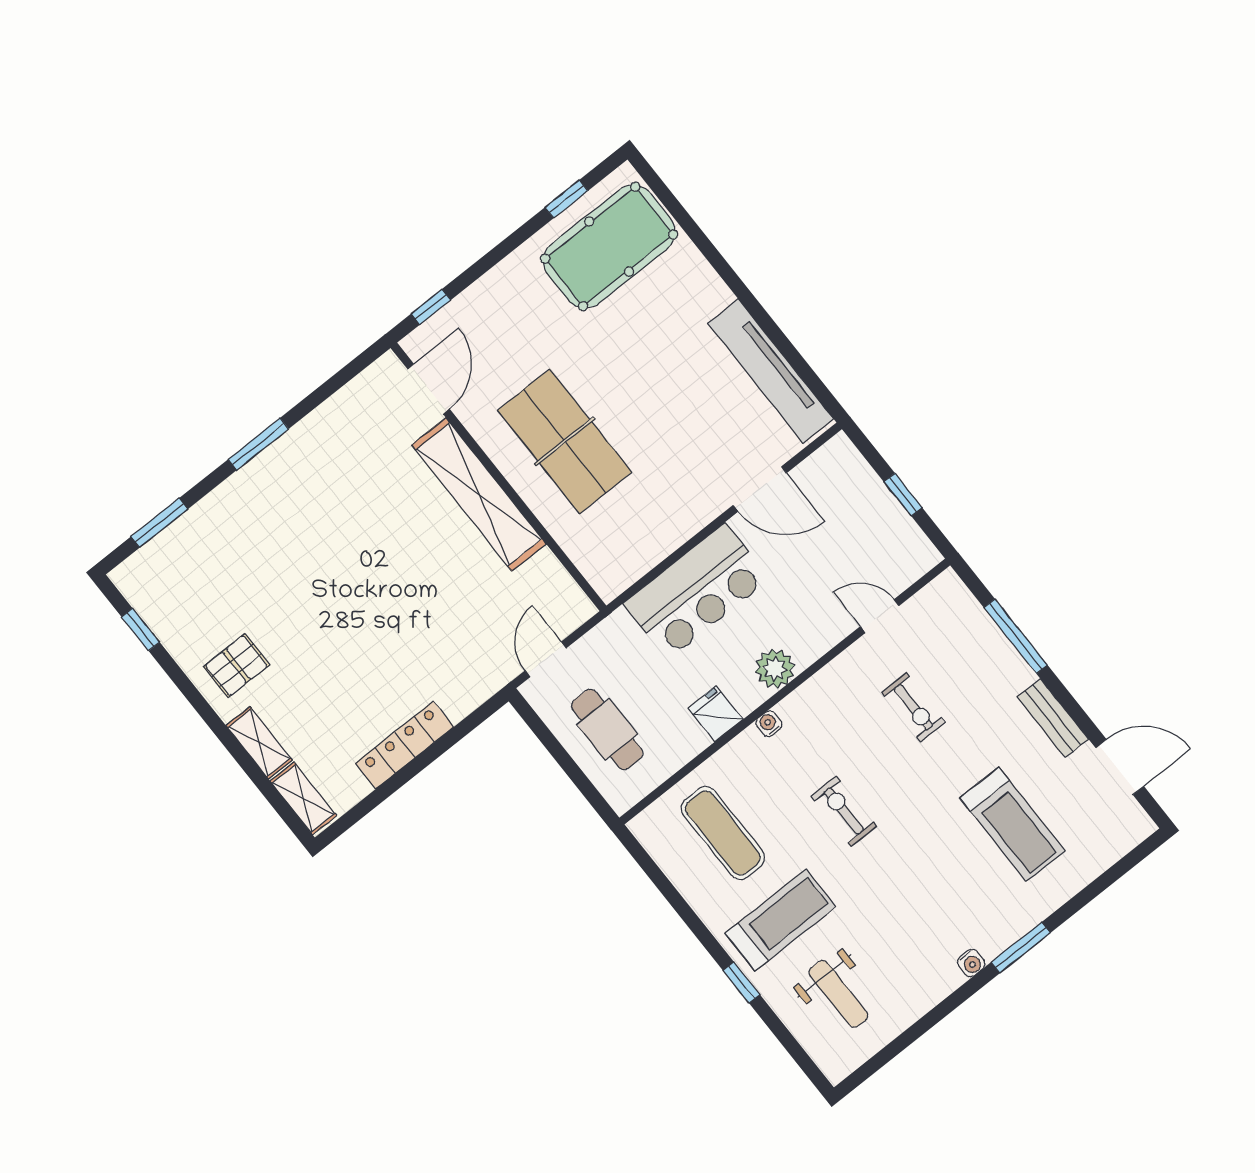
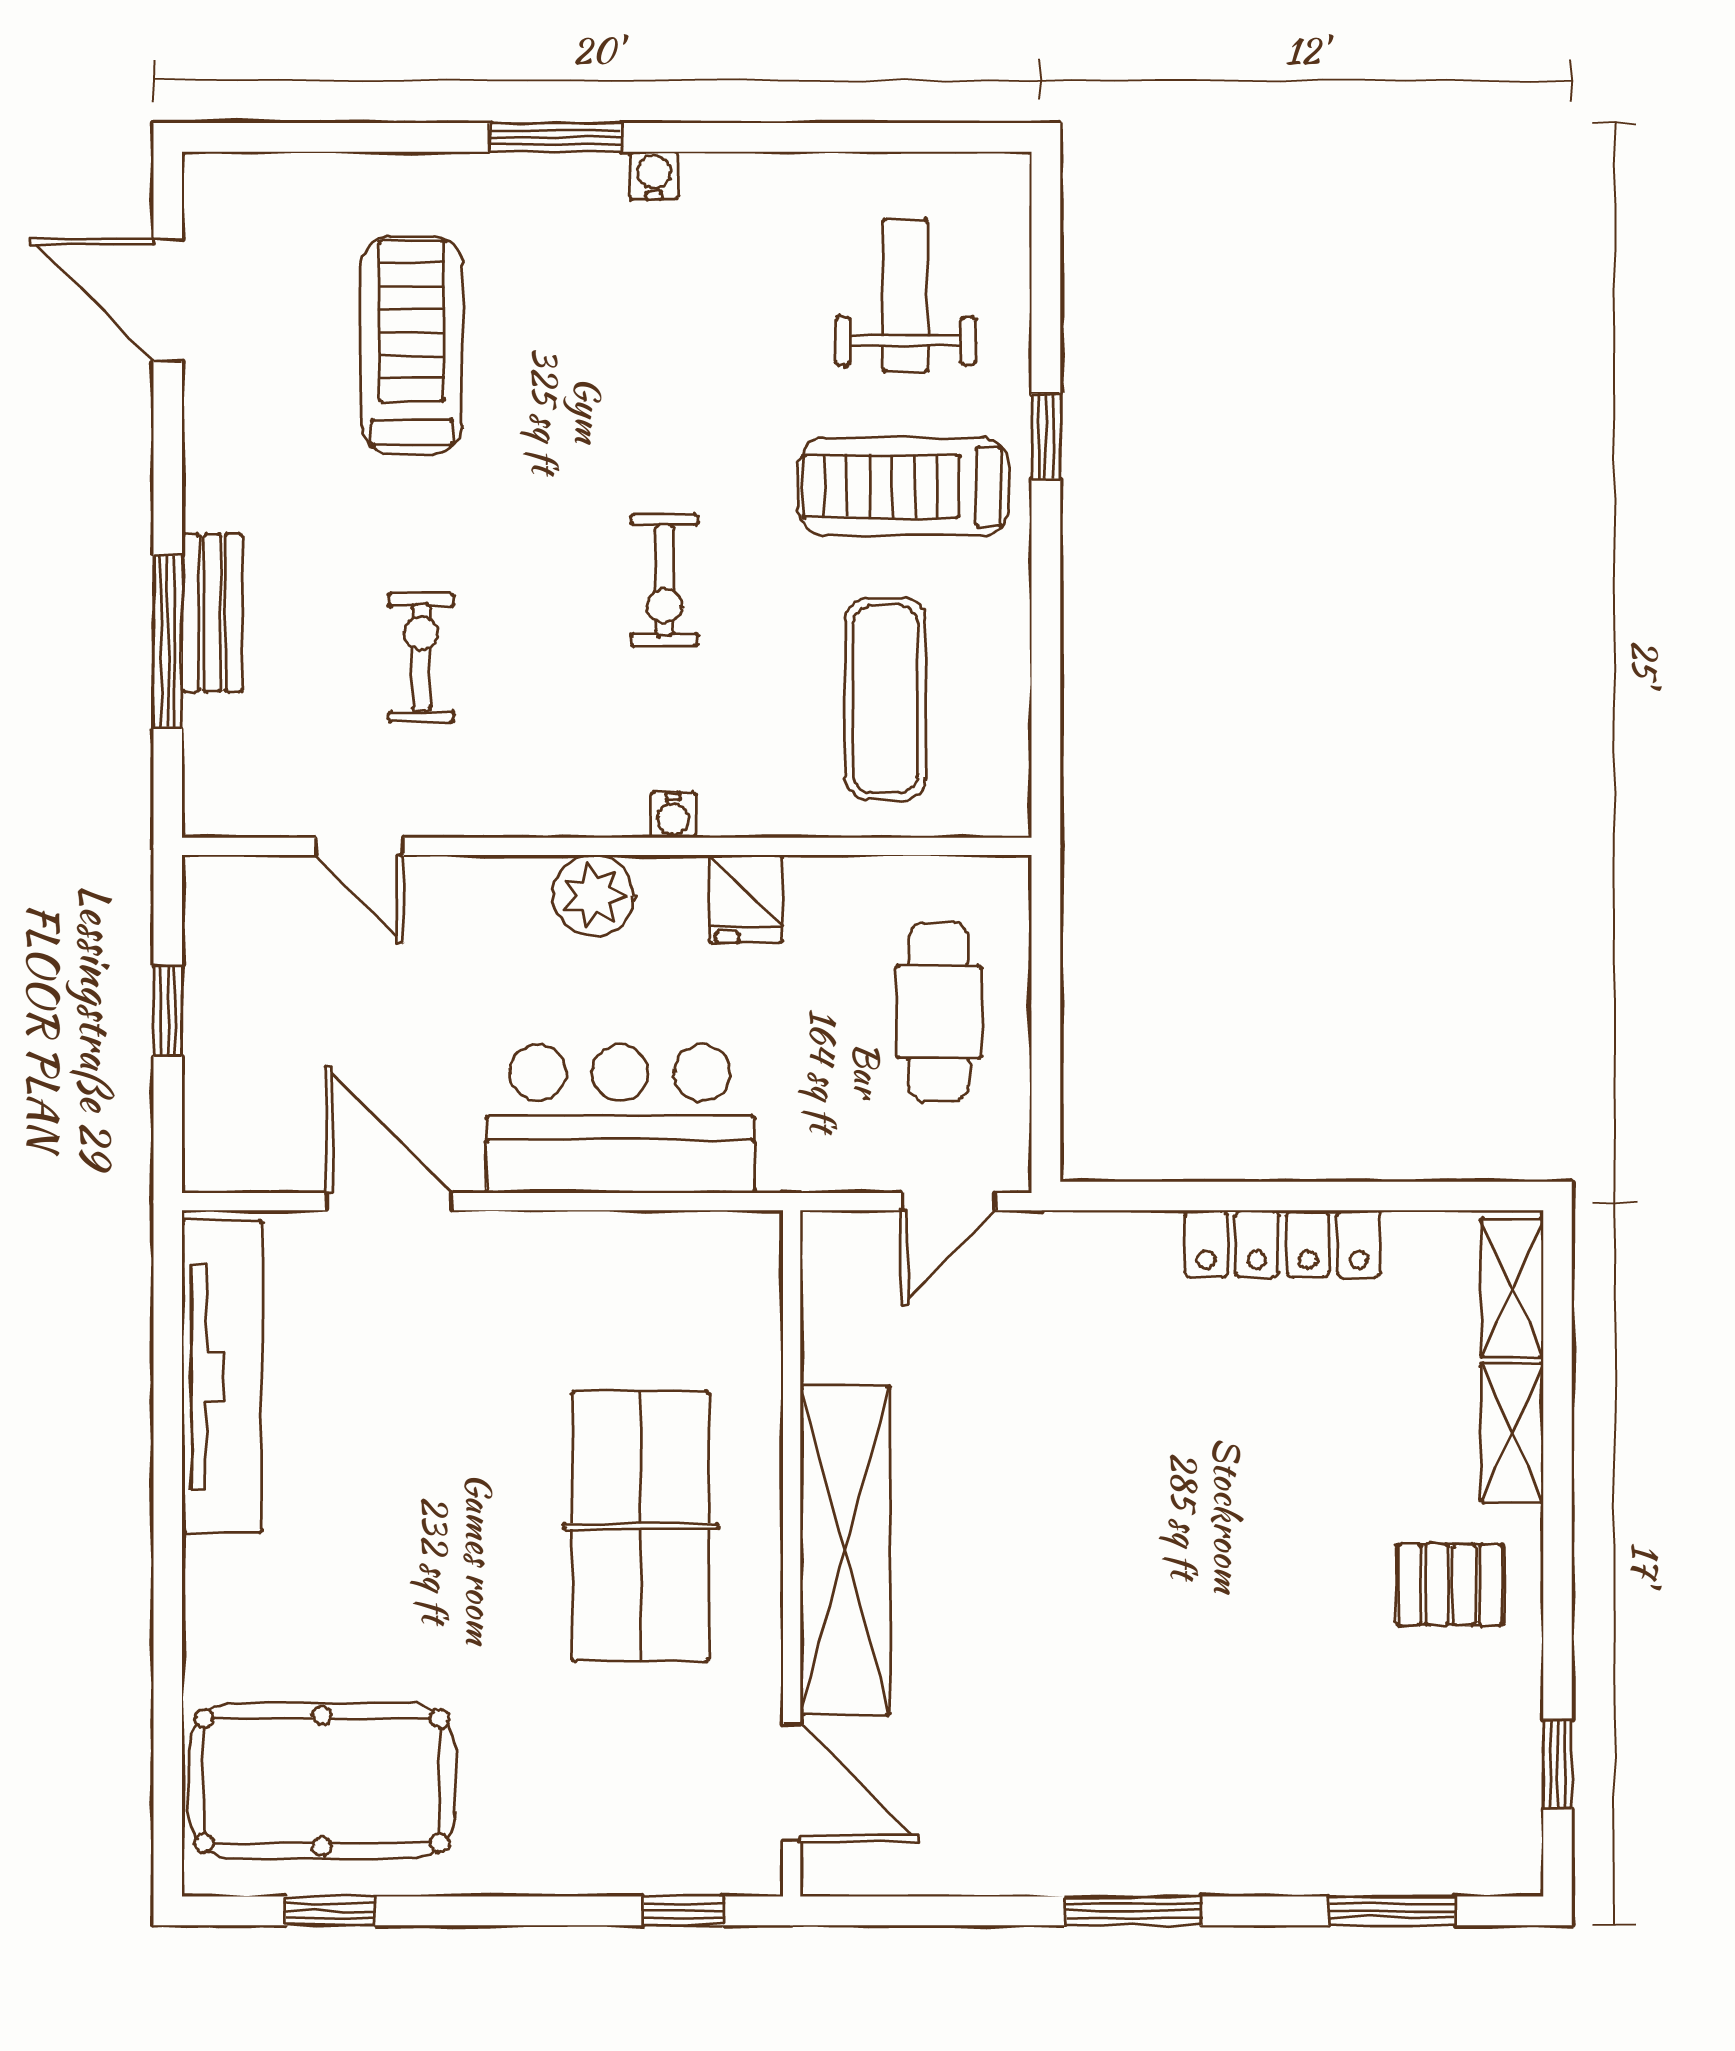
door: (429, 389) -> (792, 1783), swing flipped
bench: (1053, 718) -> (212, 613), moved

